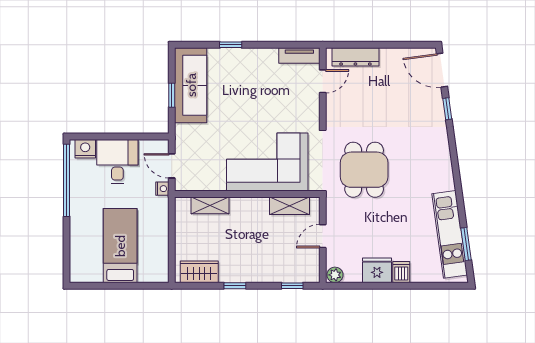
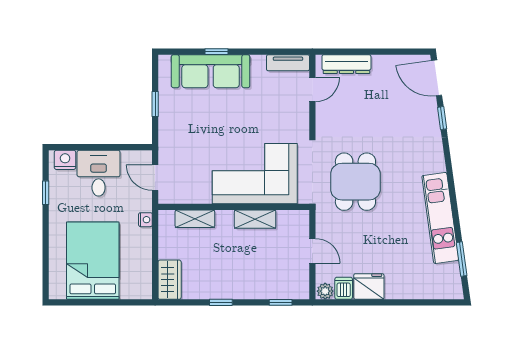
sofa: (191, 85) -> (211, 71), moved, turned 90
window: (67, 180) -> (46, 193), width x0.32
nightstand: (162, 189) -> (145, 220), moved
shelving: (289, 206) -> (255, 219), moved
kitchen unit: (450, 234) -> (440, 218), moved
door: (323, 236) -> (312, 251), swing flipped
bed: (120, 246) -> (93, 261), width x1.50
wardrobe: (199, 272) -> (170, 280), moved, turned 90
dishwasher: (401, 272) -> (344, 288), moved

